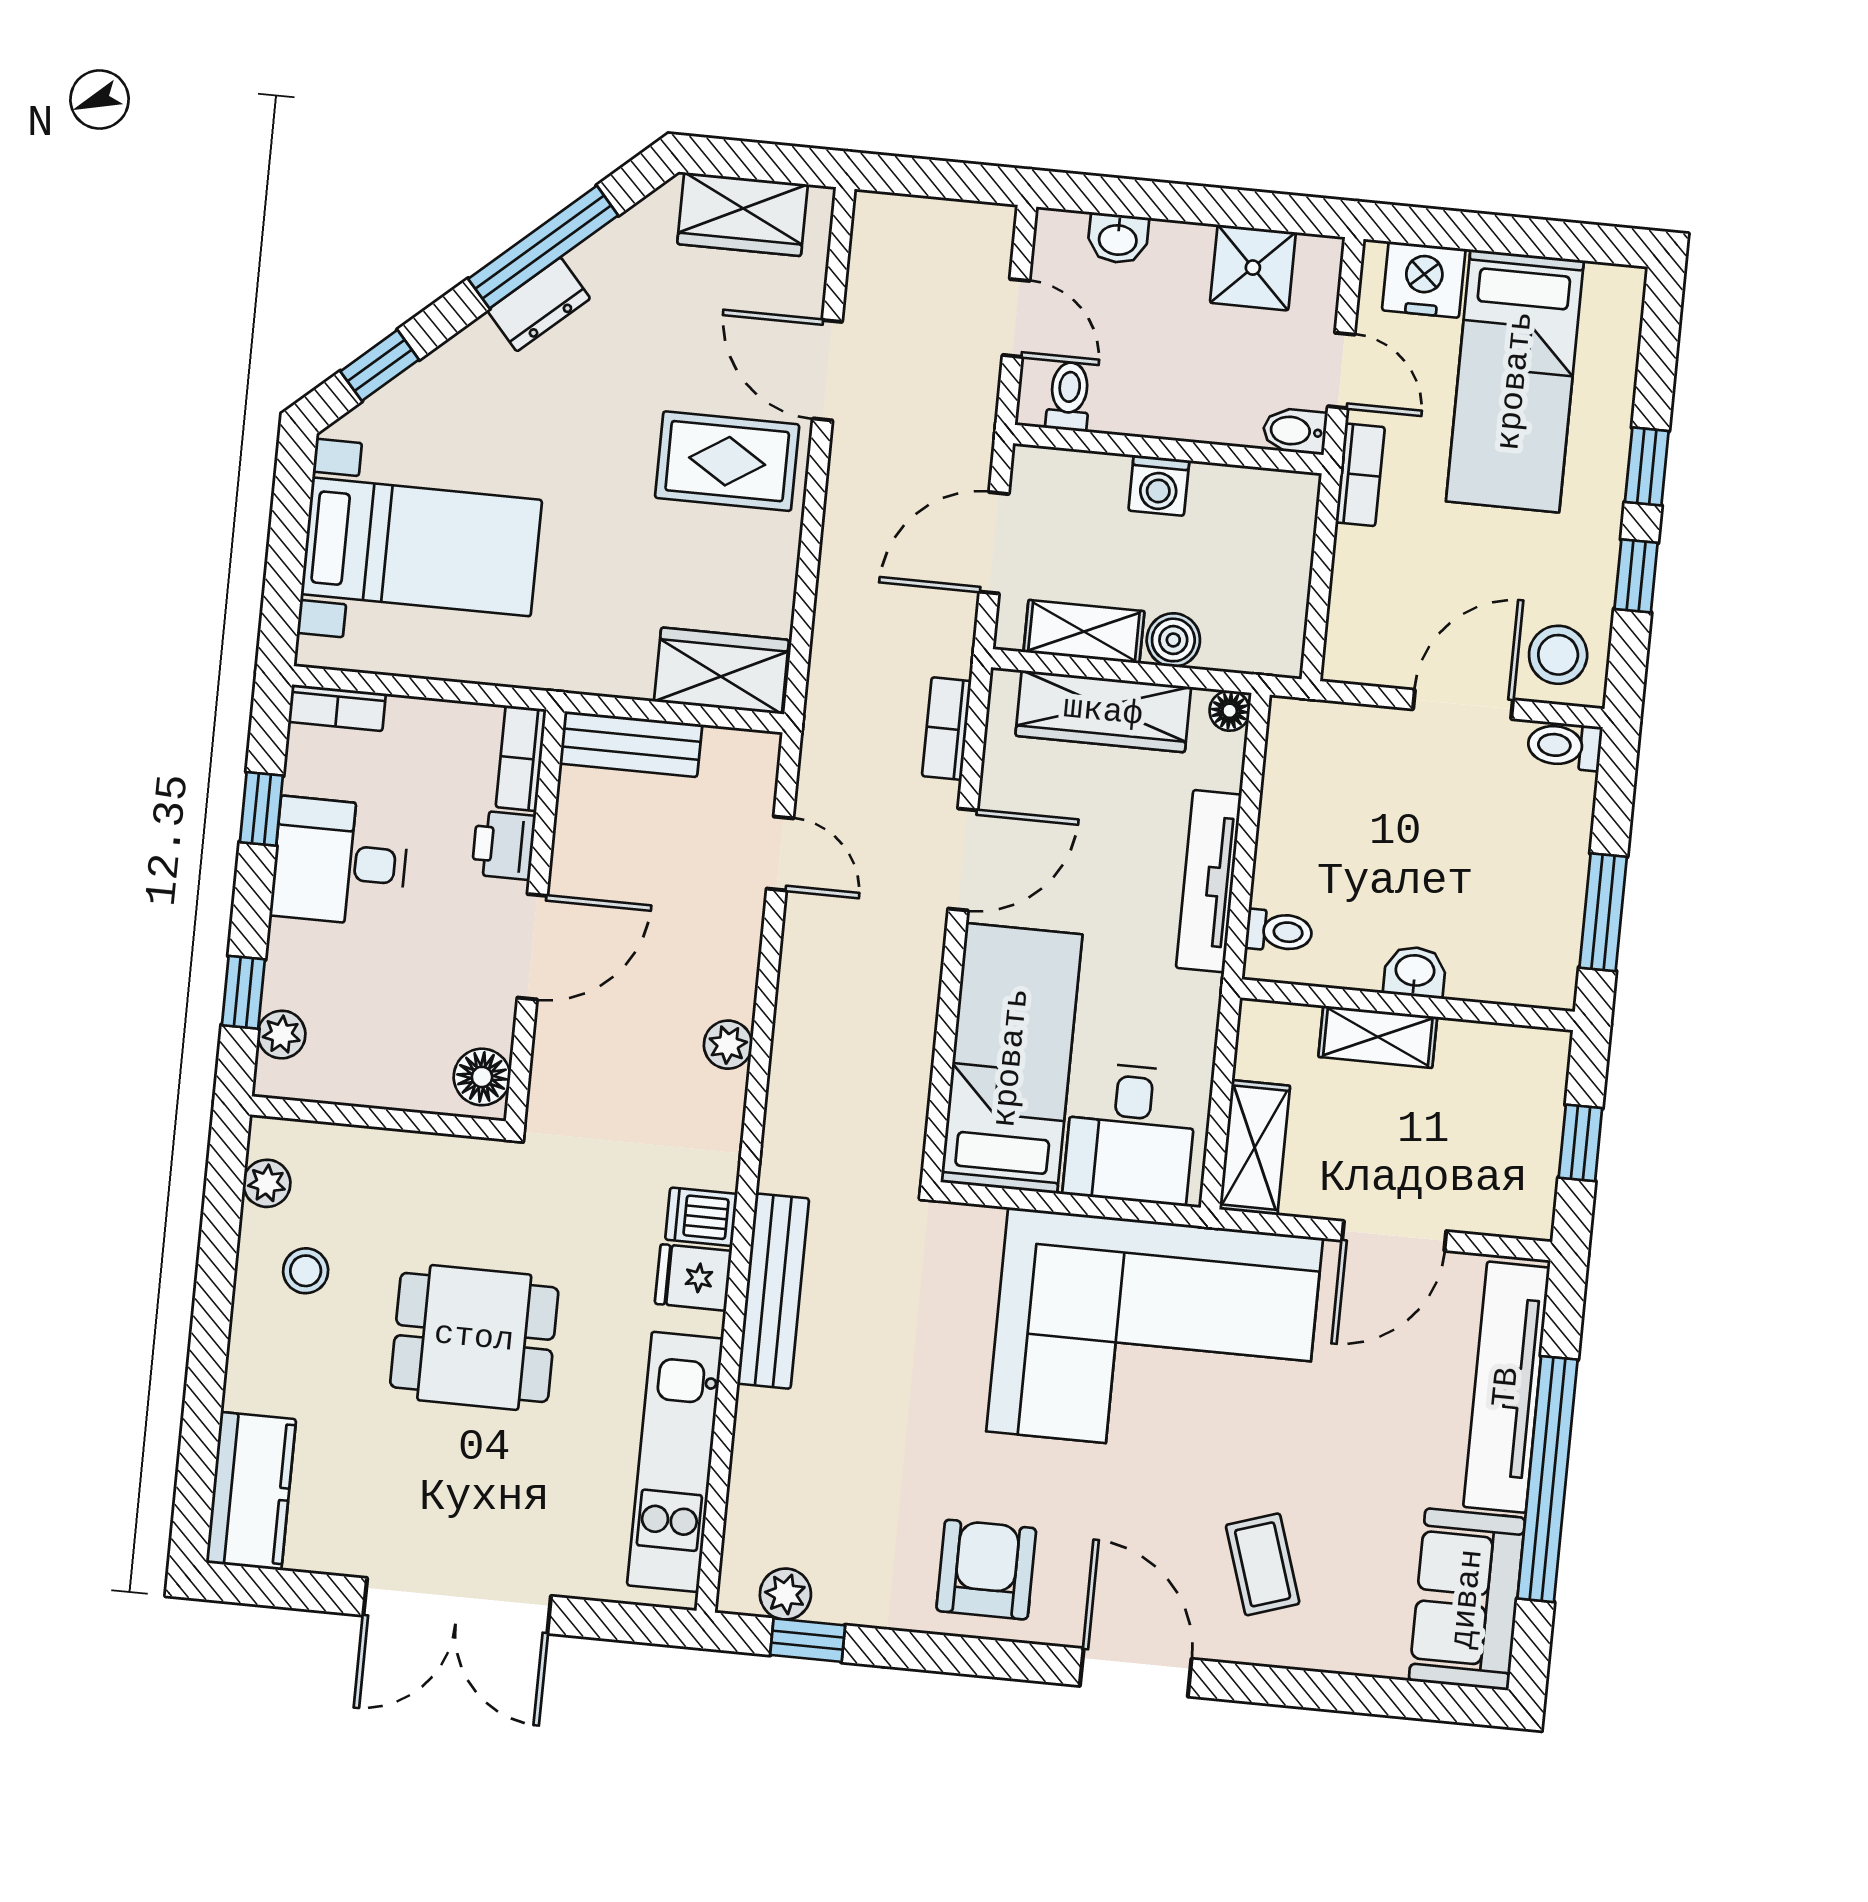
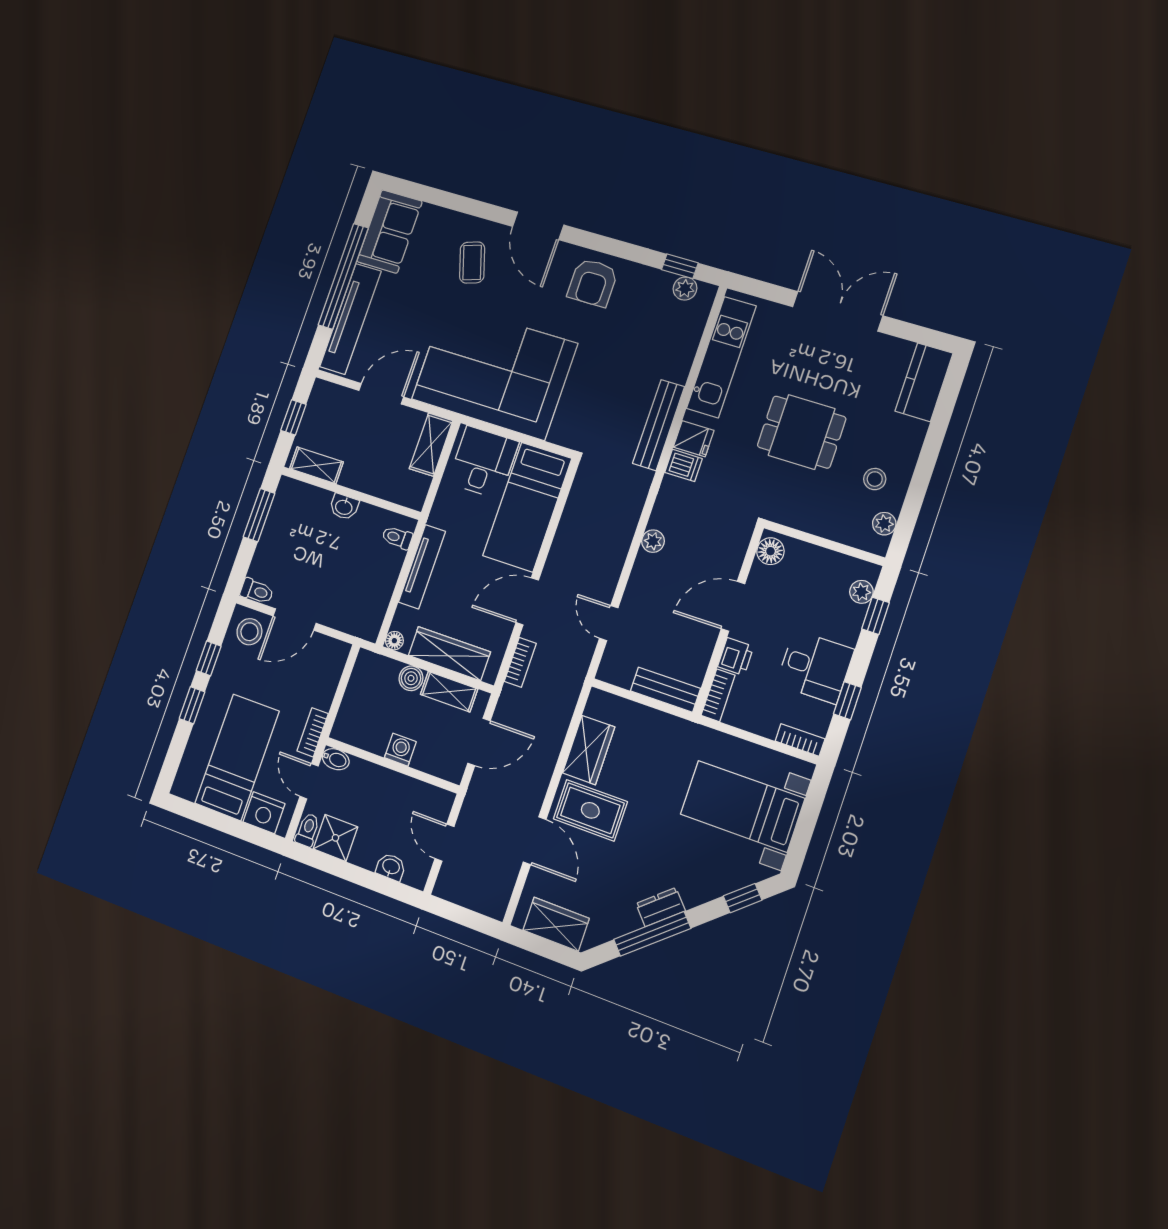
toilet: (1069, 396) -> (308, 830), moved, turned 180
wardrobe: (721, 671) -> (589, 750), moved, turned -90
shelving: (1378, 1037) -> (316, 465), moved

